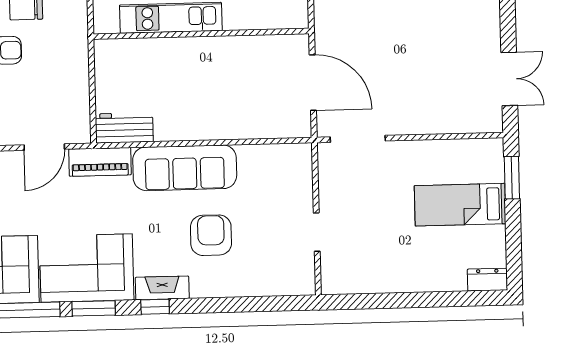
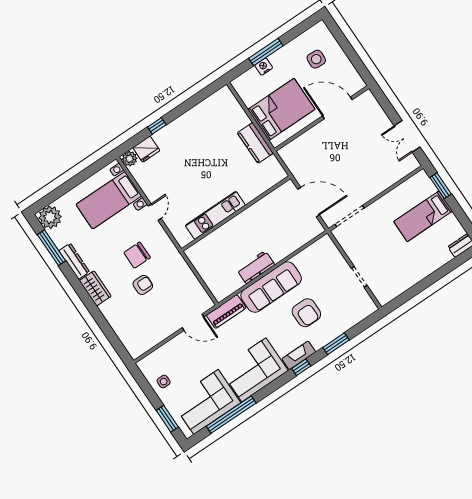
double door: (509, 79) -> (407, 136), swing flipped
workbench: (124, 128) -> (256, 267), moved
door: (44, 147) -> (193, 322), hinge flipped
armchair: (211, 235) -> (306, 313), turned 180
window: (94, 308) -> (336, 344), moved

